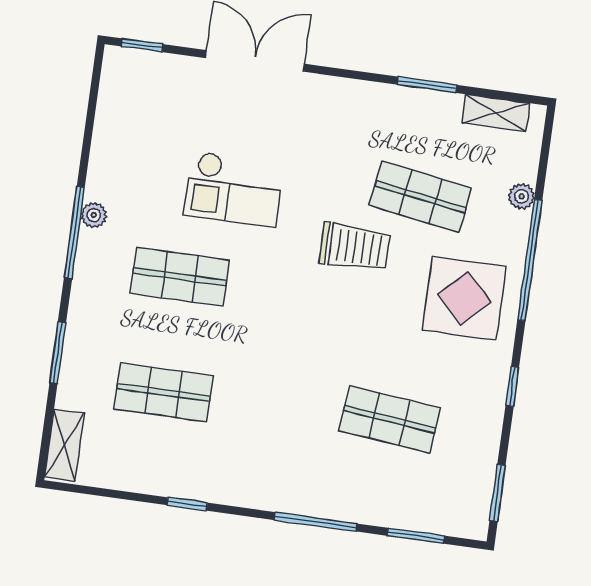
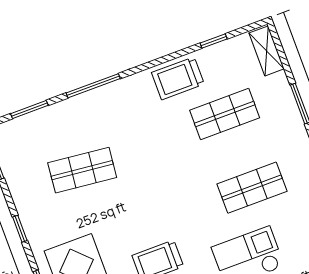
trolley: (200, 472) -> (178, 78), added
window: (187, 504) -> (214, 41), moved

